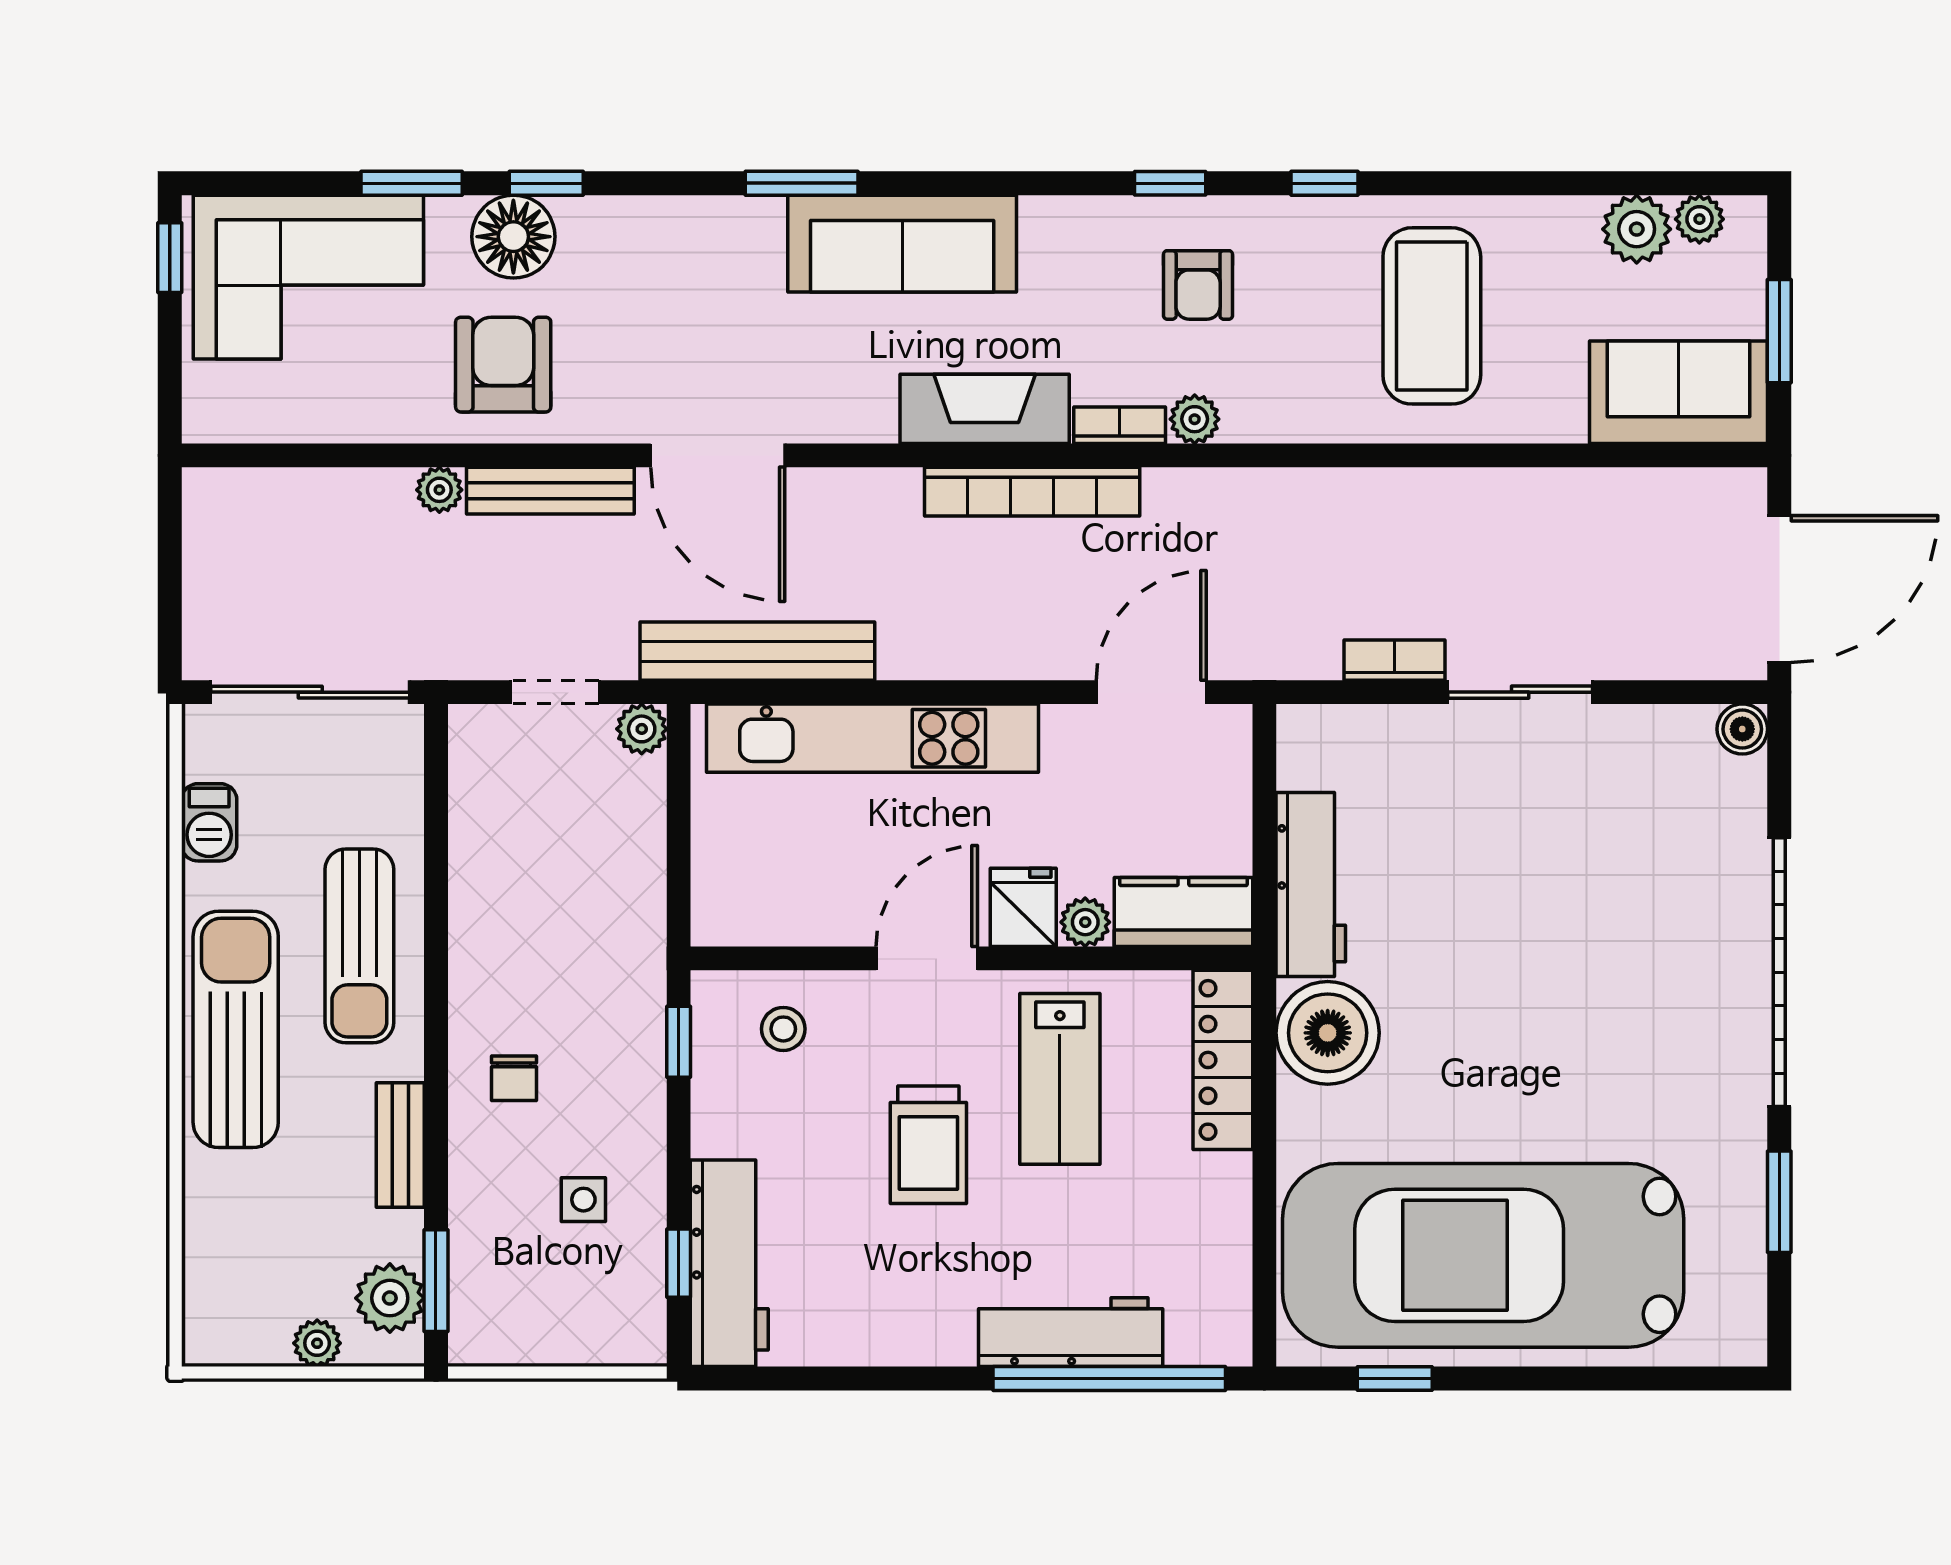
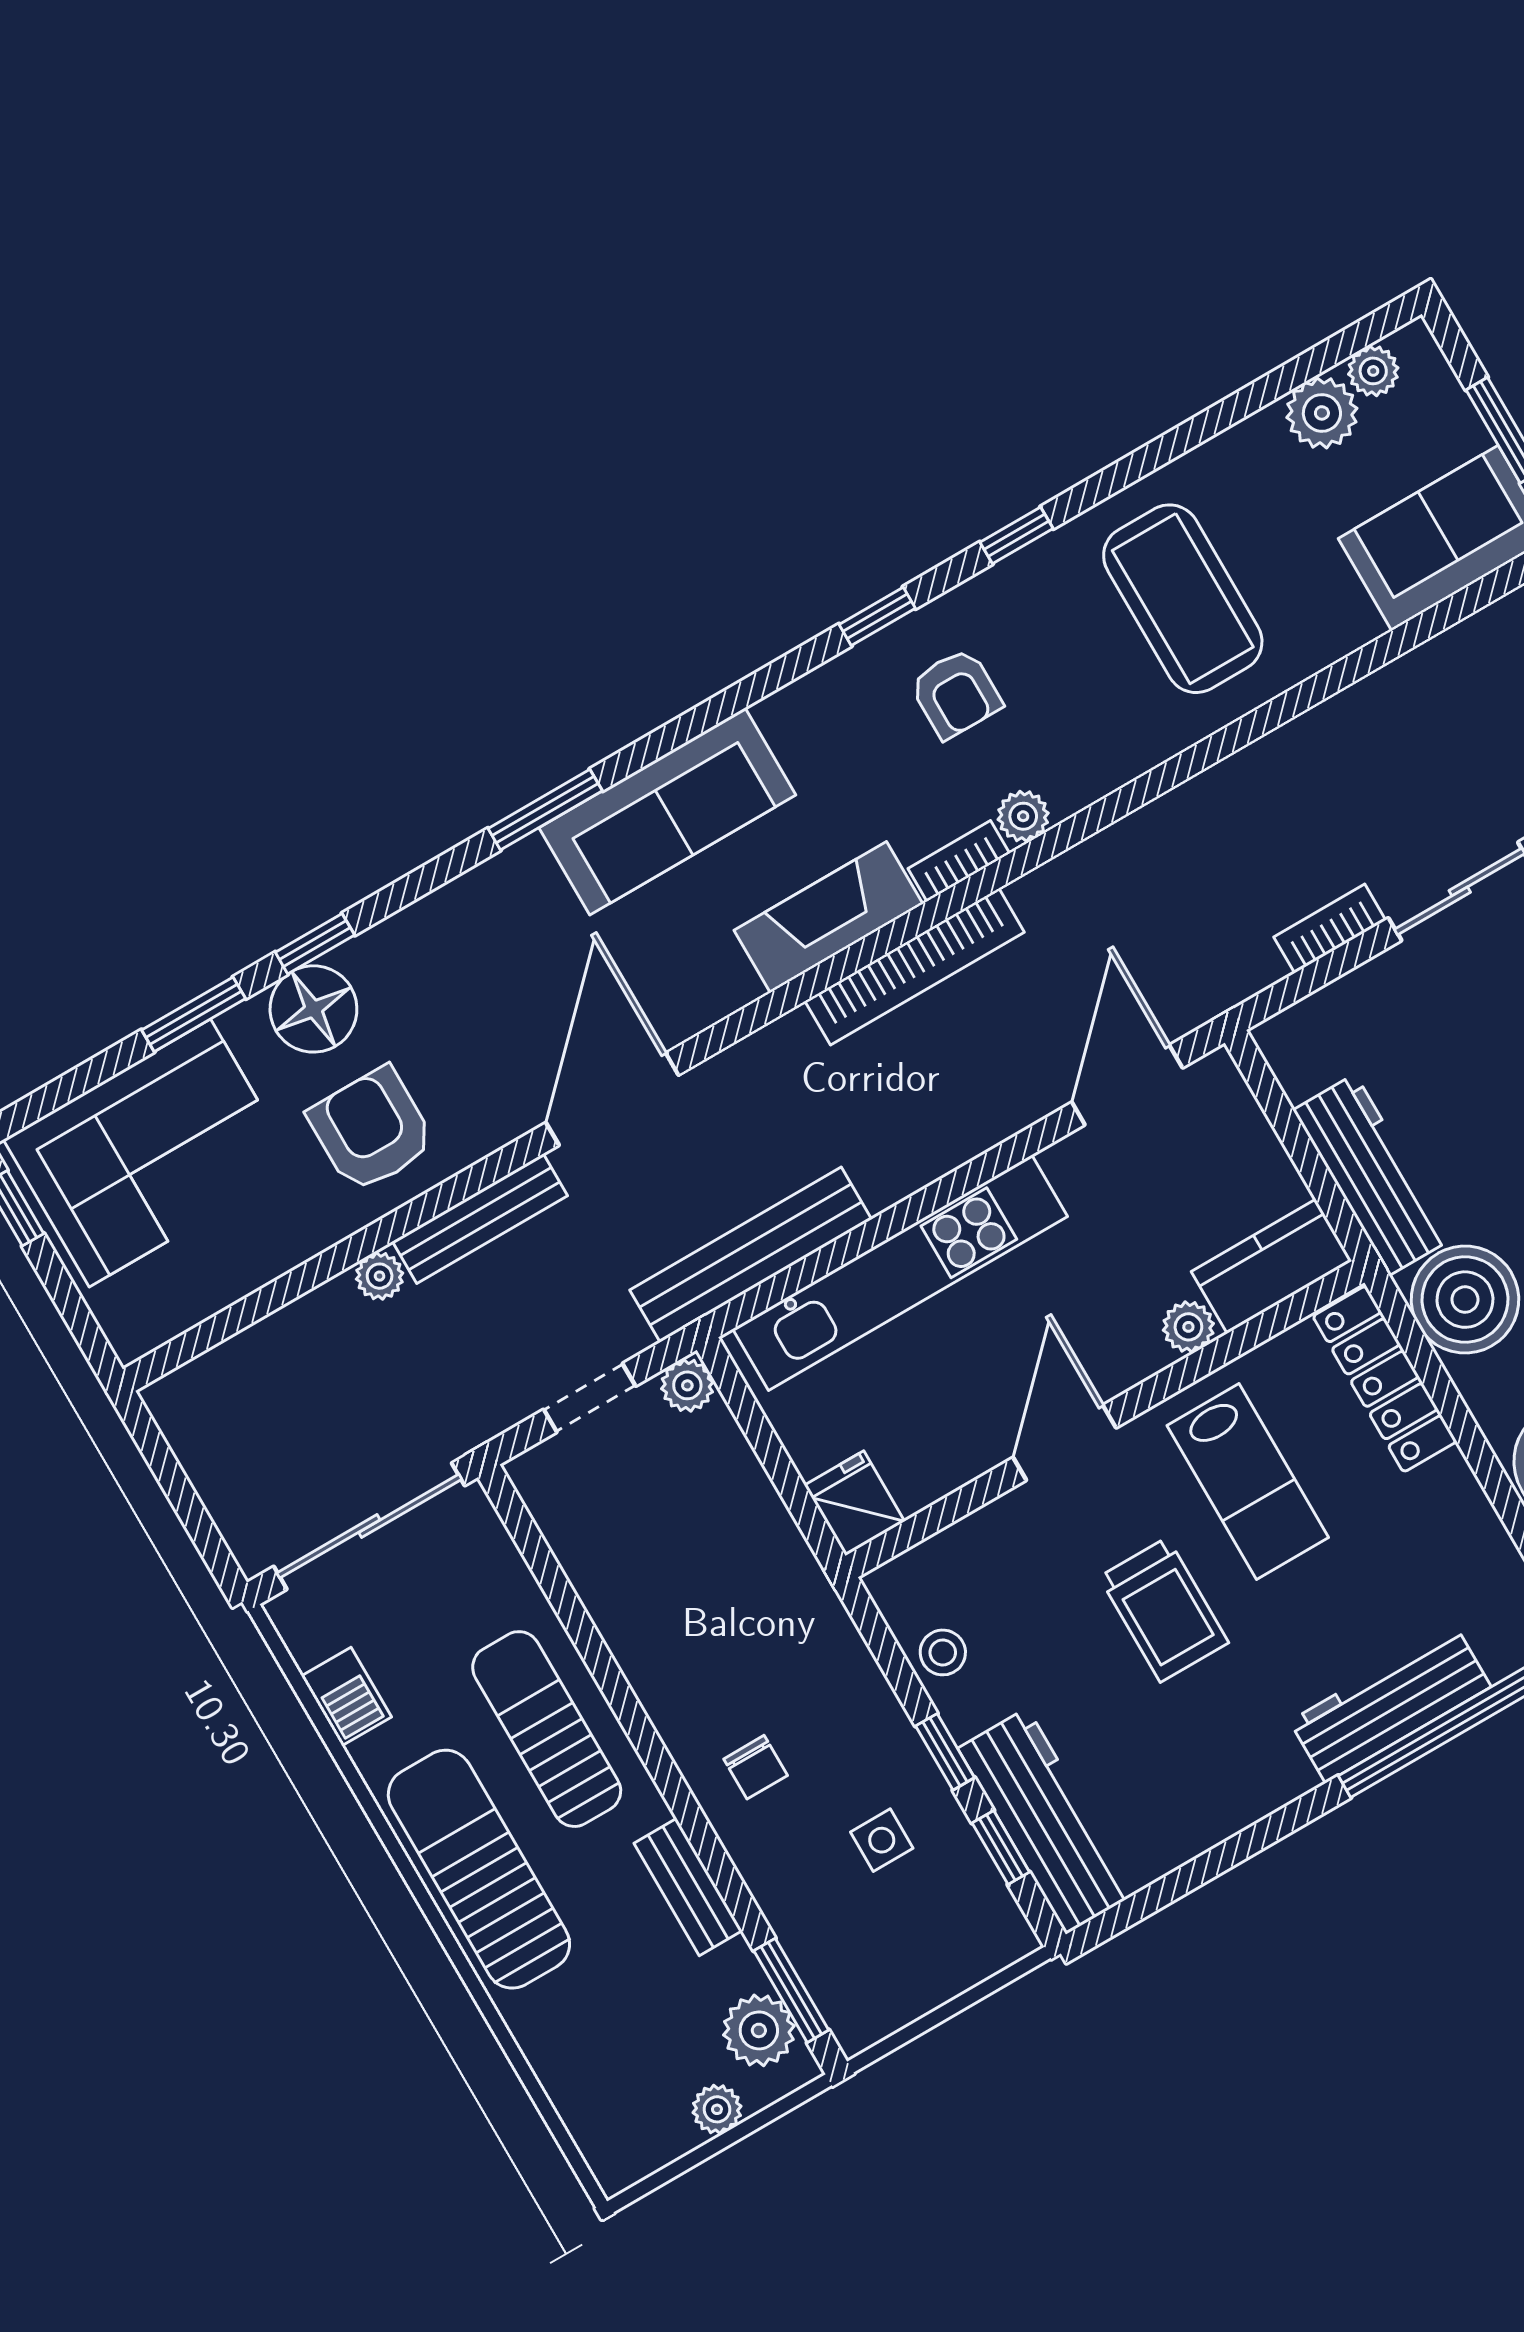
door: (718, 455) -> (612, 1099), swing flipped
fridge: (1023, 907) -> (854, 1503), moved
sun lounger: (359, 946) -> (547, 1729), turned 180
stool: (783, 1029) -> (943, 1652), moved
window: (679, 1042) -> (945, 1752), moved

